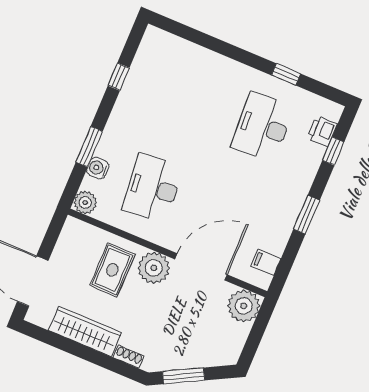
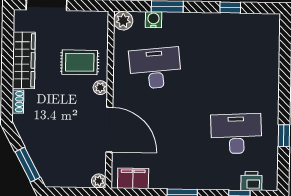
filing cabinet: (266, 262) -> (133, 178), width x2.00
plant: (154, 268) -> (100, 88), width x0.53, depth x0.53
plant: (244, 306) -> (99, 181), width x0.53, depth x0.53
window: (184, 376) -> (28, 165), moved

